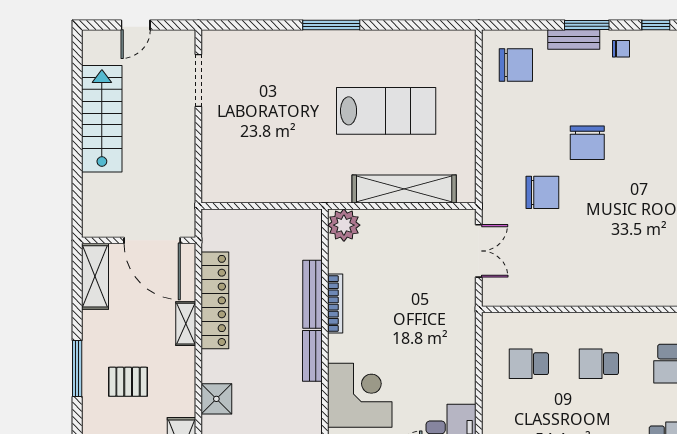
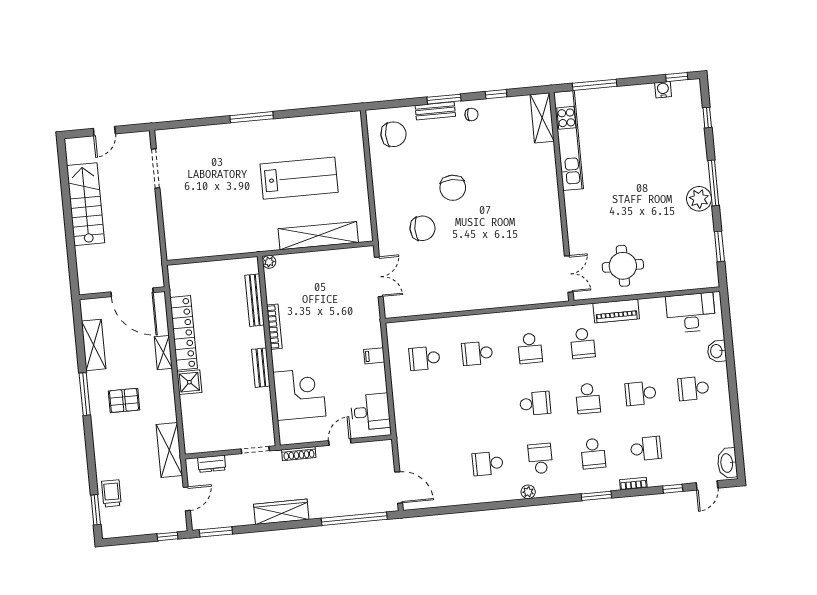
plant: (344, 225) -> (269, 262), width x0.53, depth x0.53
shelving: (95, 276) -> (94, 345), moved
bench: (312, 294) -> (255, 300), moved
filing cabinet: (463, 354) -> (374, 356), added
shower: (216, 399) -> (189, 382), moved

